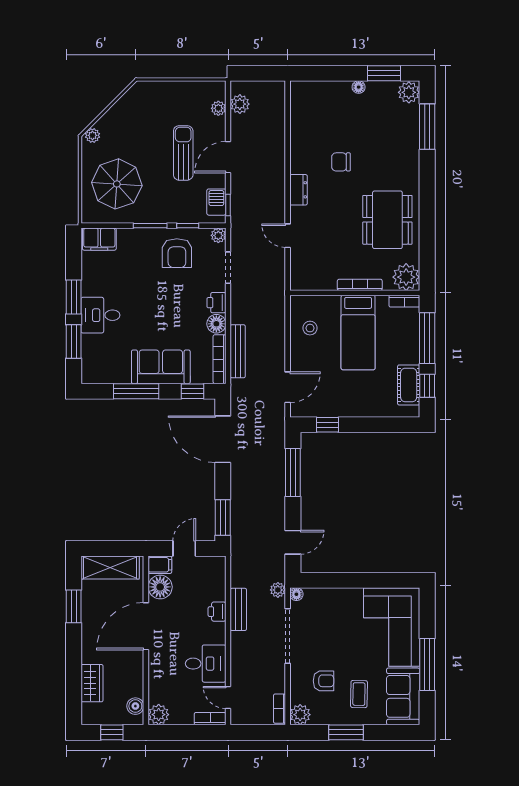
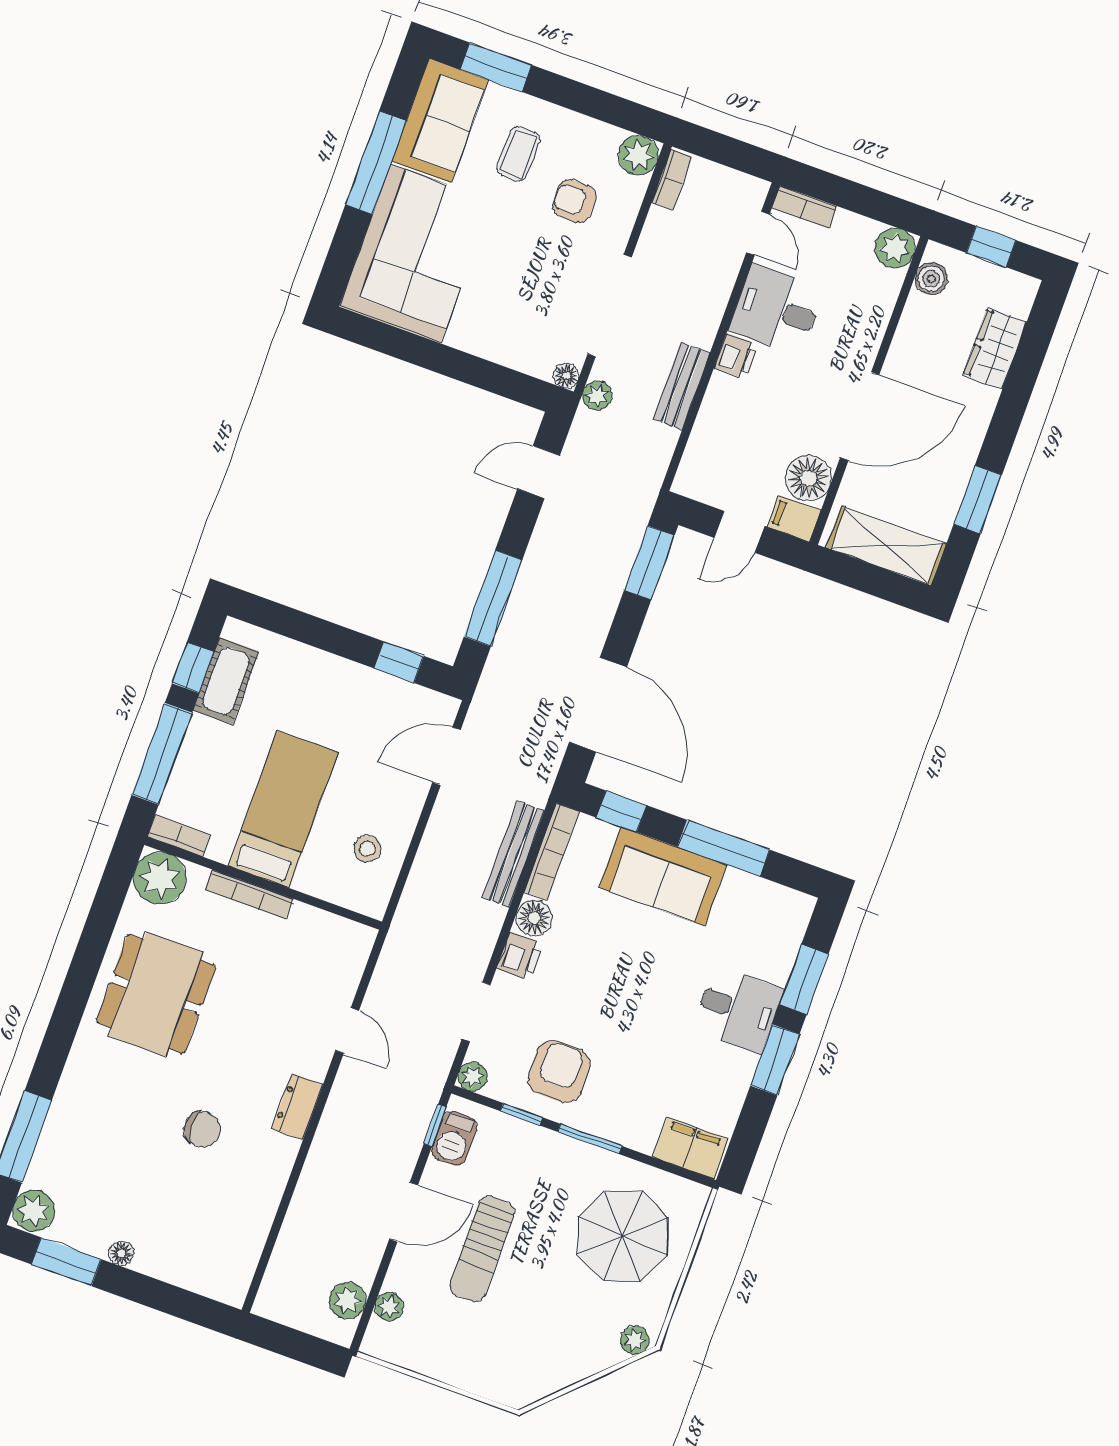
printer: (217, 612) -> (736, 356), moved
window: (346, 732) -> (496, 67), moved

